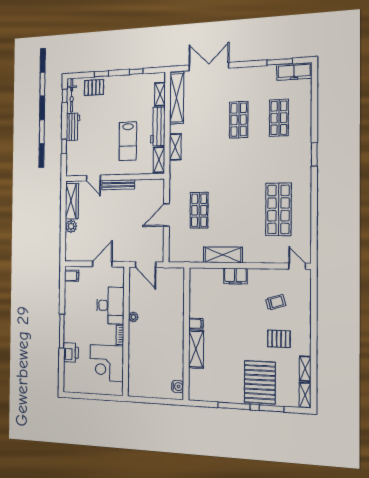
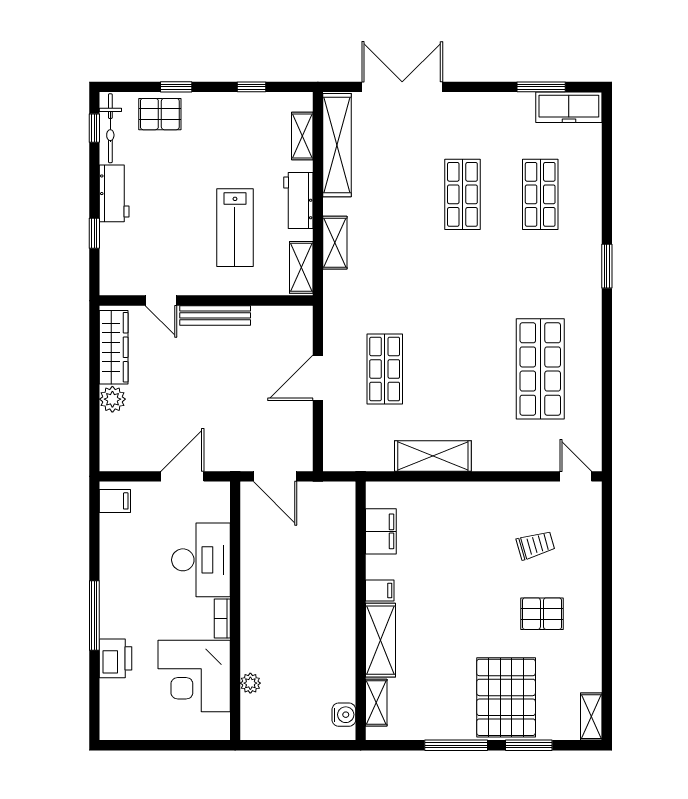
workbench: (158, 126) -> (298, 201), width x0.73
filing cabinet: (235, 276) -> (381, 531), moved, turned -90
plant: (133, 317) -> (250, 683), moved
shelving: (305, 369) -> (376, 703), moved

